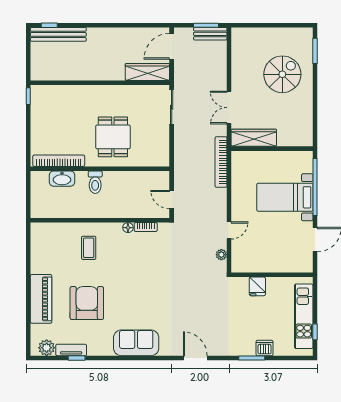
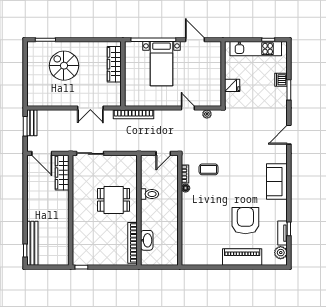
wardrobe: (254, 138) -> (114, 64), moved
toilet: (95, 182) -> (150, 194), moved
coffee table: (89, 248) -> (209, 169), moved
armchair: (87, 303) -> (245, 221), turned 90

